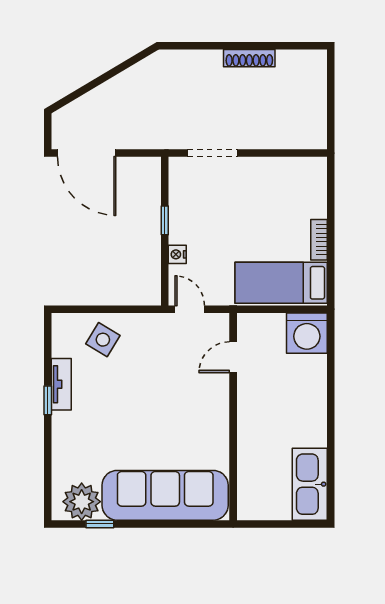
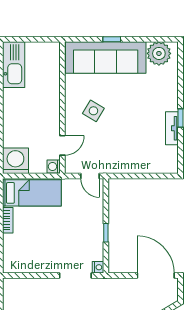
nightstand: (177, 254) -> (98, 267), moved
washing machine: (247, 324) -> (54, 167), added
side table: (103, 340) -> (93, 111), moved
window: (100, 524) -> (112, 39), moved

